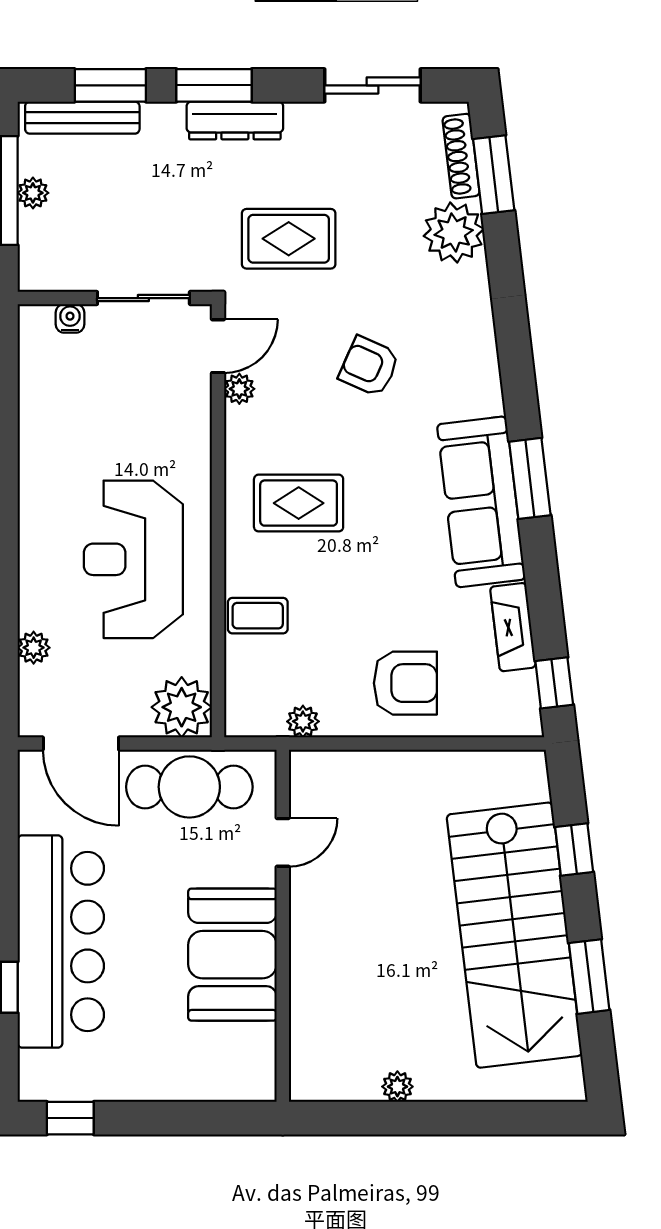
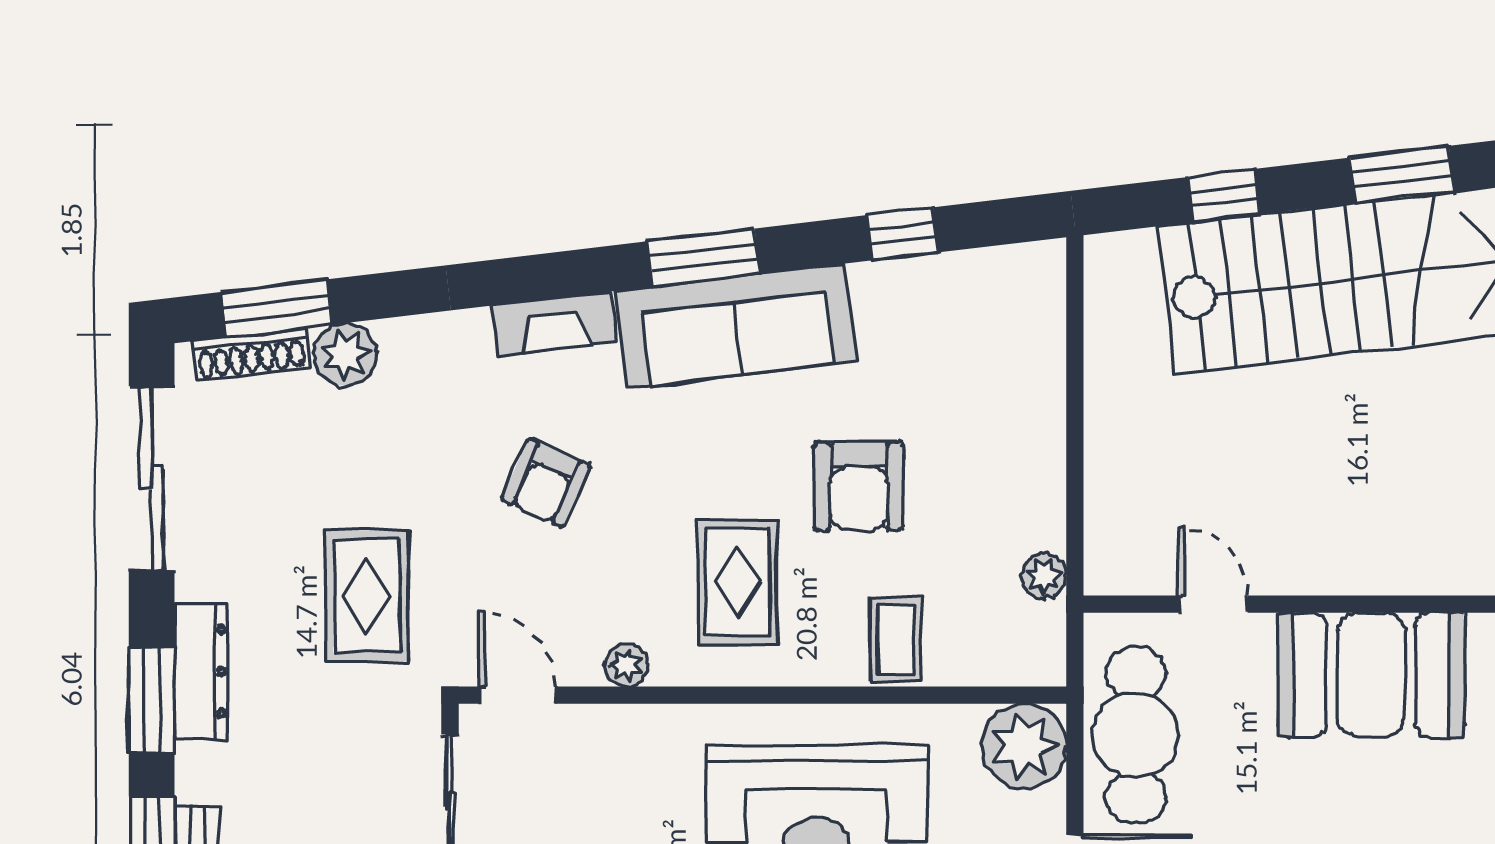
sliding door: (373, 85) -> (152, 478), width x1.37
plant: (454, 232) -> (345, 354), width x0.73, depth x0.73
plant: (239, 389) -> (626, 665), moved
fireplace: (513, 627) -> (555, 324), moved
armchair: (405, 683) -> (859, 486), moved, turned 180
window: (554, 683) -> (902, 234), moved

